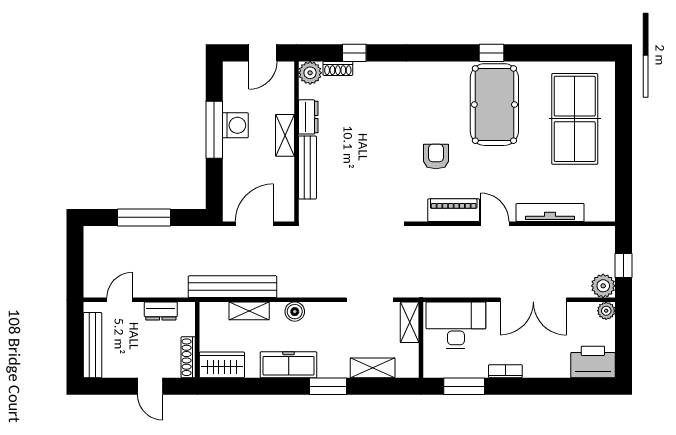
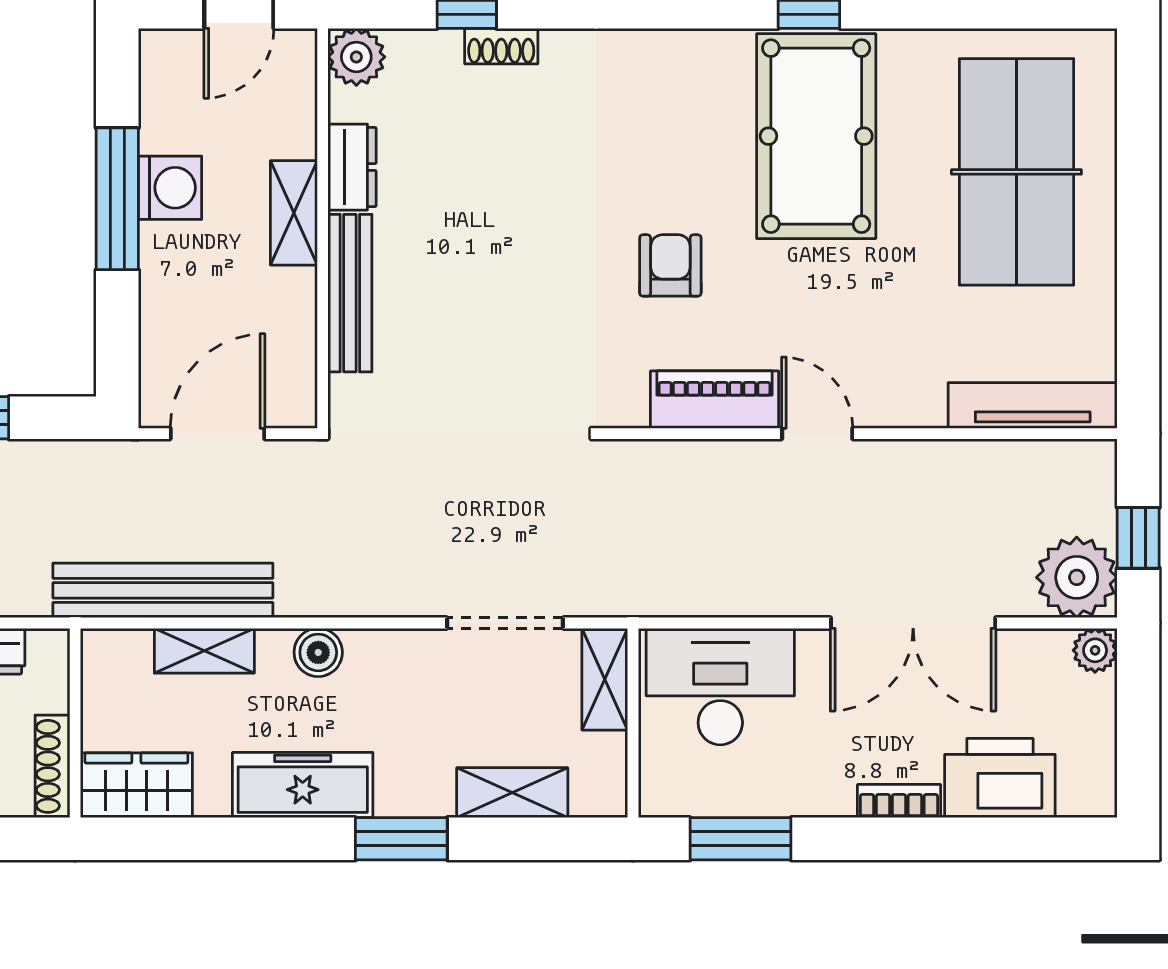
shoe rack: (338, 68) -> (501, 46), moved
tv unit: (550, 213) -> (1033, 405), moved
plant: (603, 286) -> (1077, 577), width x1.36, depth x1.36
printer: (593, 362) -> (1000, 778), moved
bookcase: (505, 371) -> (899, 801), moved

